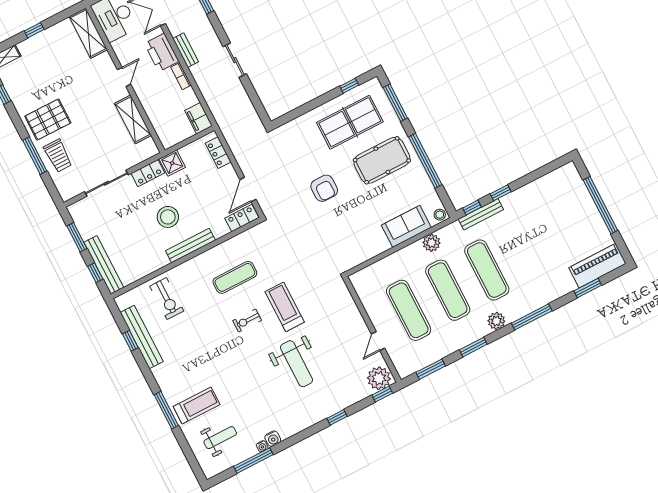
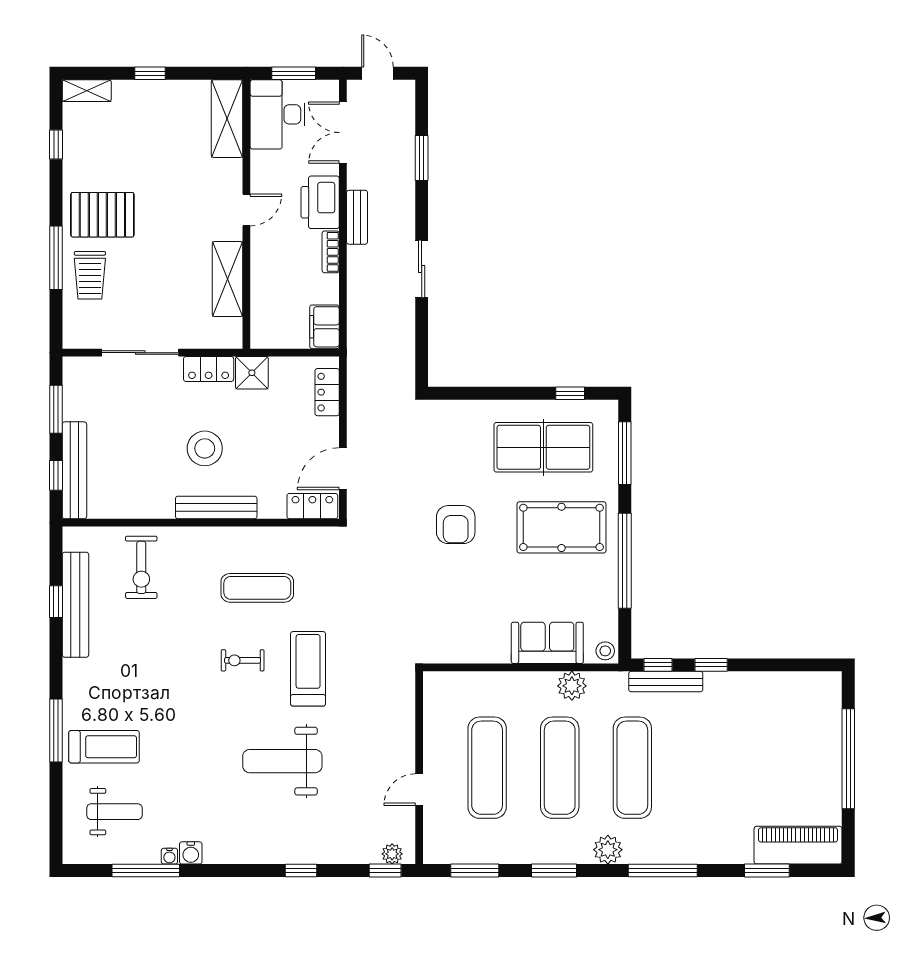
weight bench: (297, 364) -> (282, 761), turned 90
plant: (379, 378) -> (392, 854), width x0.53, depth x0.53

